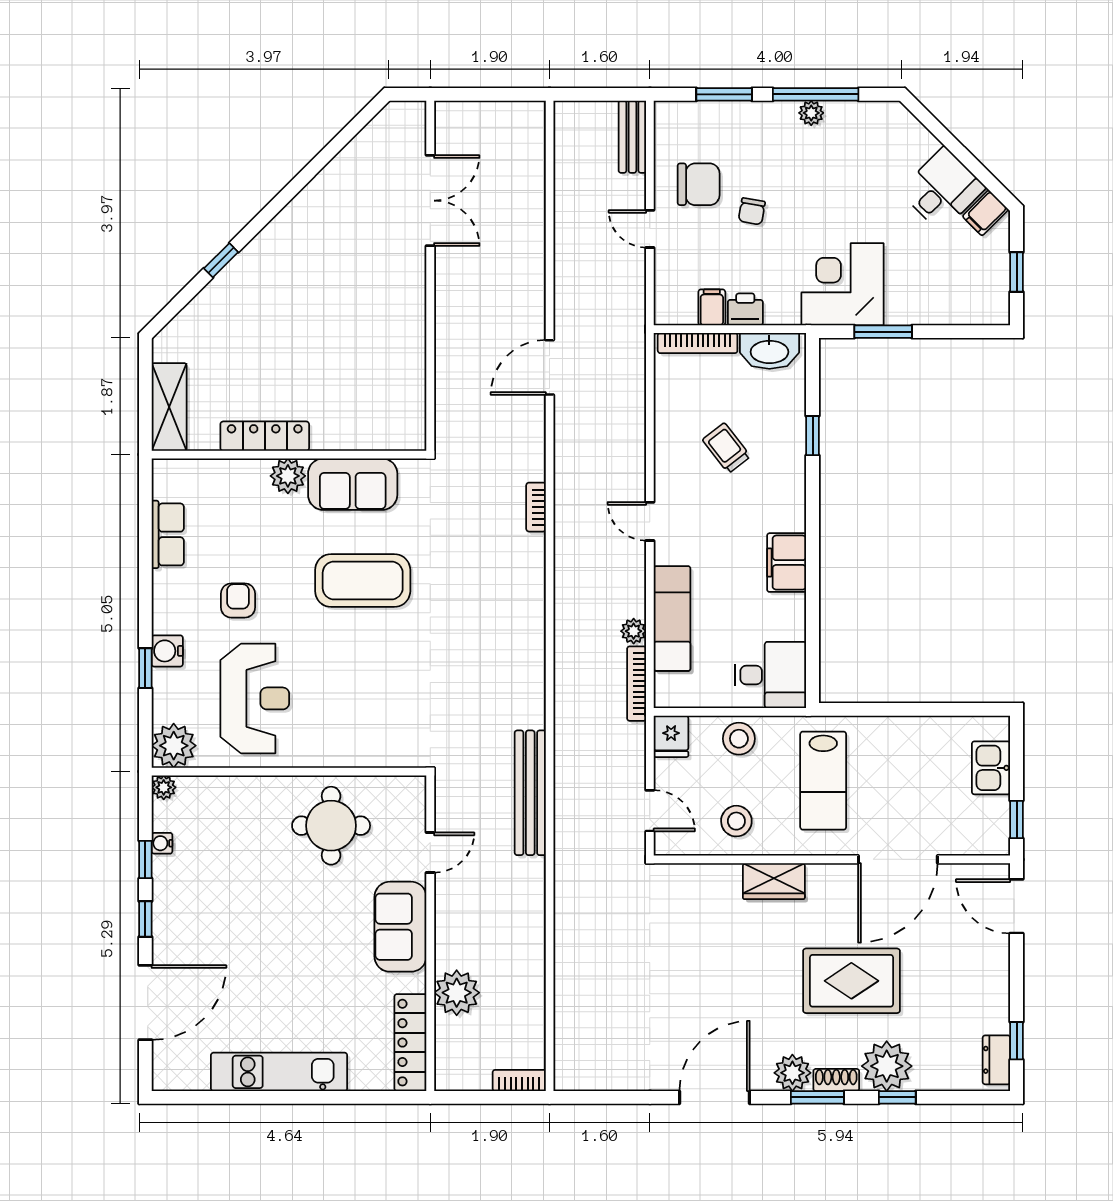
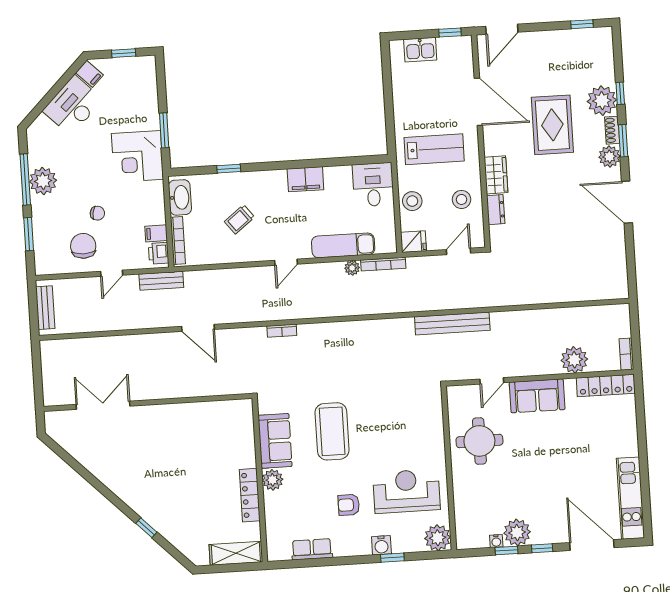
plant: (811, 113) -> (43, 181), width x1.88, depth x1.88
bench: (632, 137) -> (45, 308), moved, turned 90
desk: (942, 189) -> (73, 105), width x1.37
printer: (745, 309) -> (159, 253), moved
bench: (632, 311) -> (161, 281), added
plant: (164, 787) -> (517, 532), moved, width x1.88, depth x1.88
door: (430, 853) -> (492, 381), swing flipped
dresser: (996, 1060) -> (496, 210), moved, turned -90
kitchen unit: (279, 1072) -> (630, 498), moved
bookcase: (519, 1080) -> (626, 354), moved

